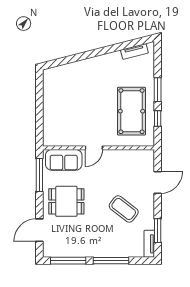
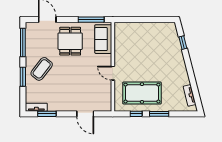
window: (68, 60) -> (183, 43), added
door: (94, 148) -> (113, 73), moved
coffee table: (124, 209) -> (42, 69), moved
window: (111, 261) -> (23, 77), width x0.69

